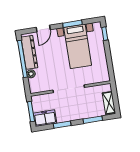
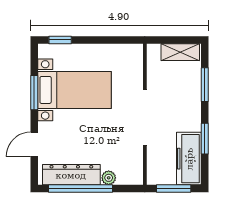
door: (43, 29) -> (34, 144), swing flipped
freezer: (45, 118) -> (189, 159), width x1.40

